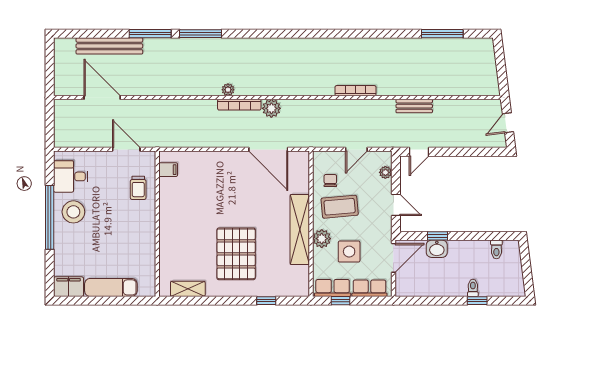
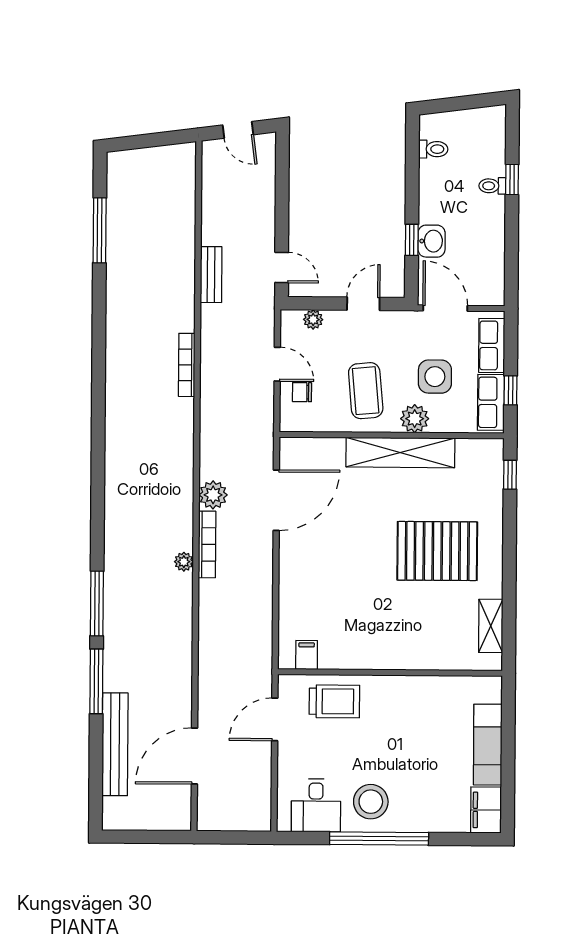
chair: (330, 181) -> (302, 392), moved
trolley: (138, 188) -> (334, 701), width x1.36, depth x1.39
window: (266, 301) -> (510, 475), moved

